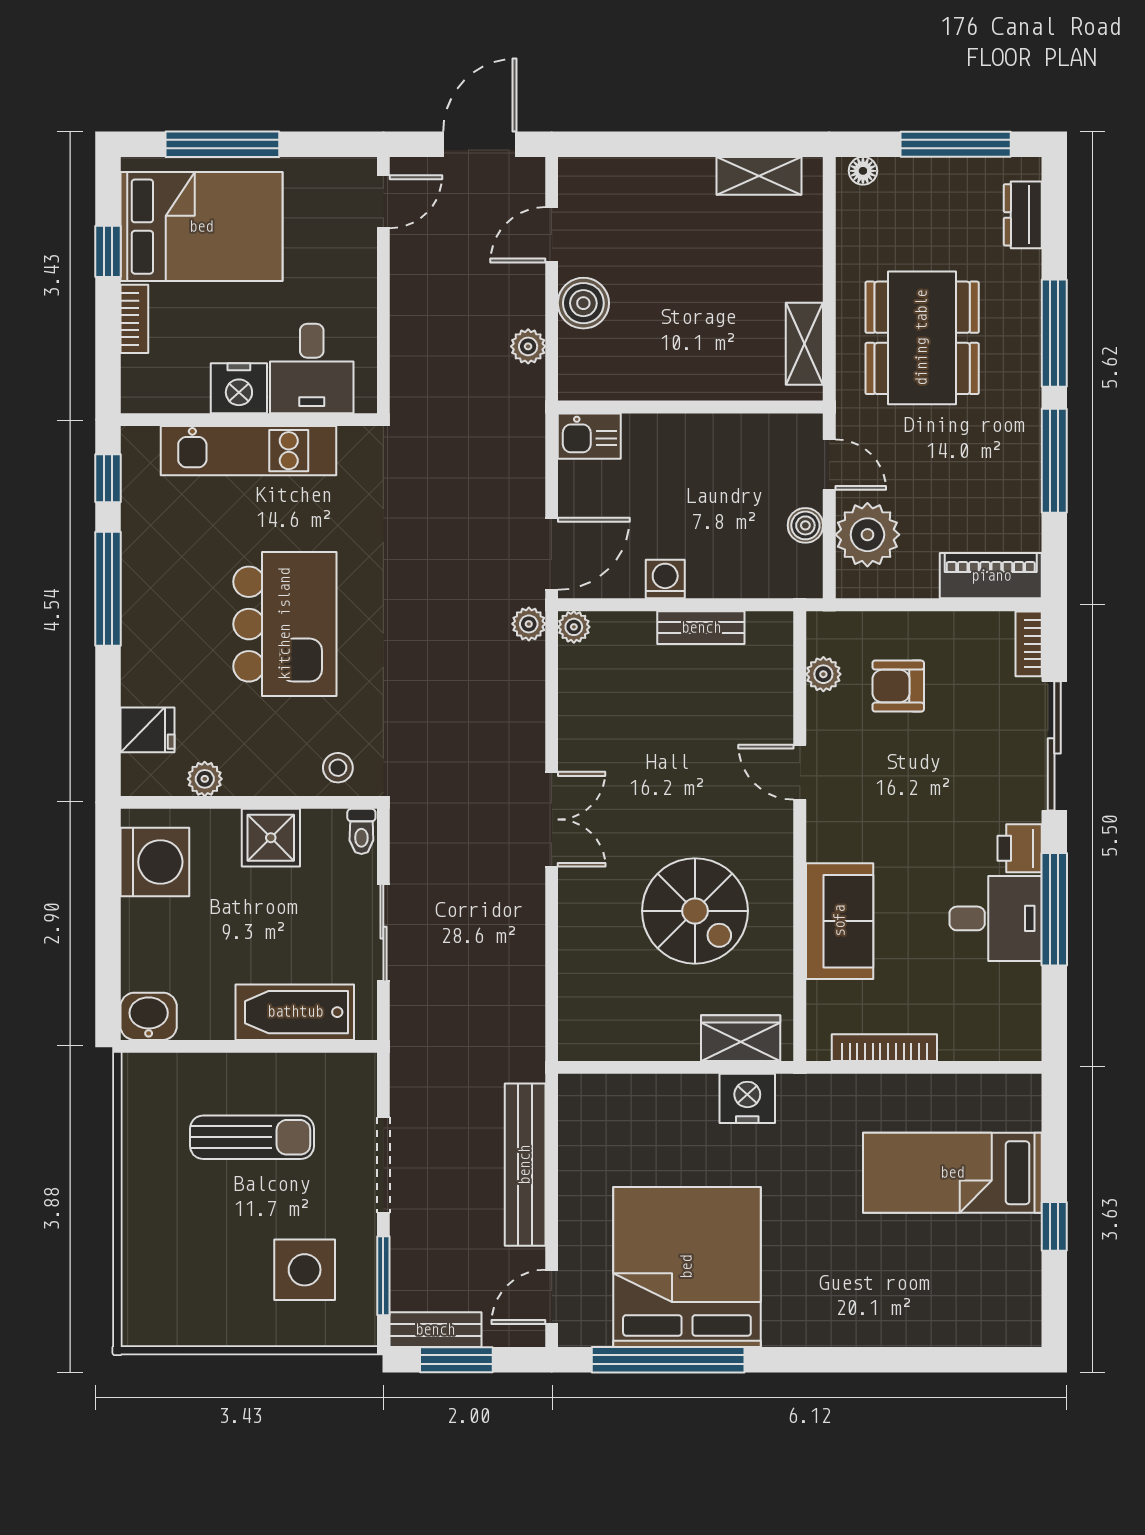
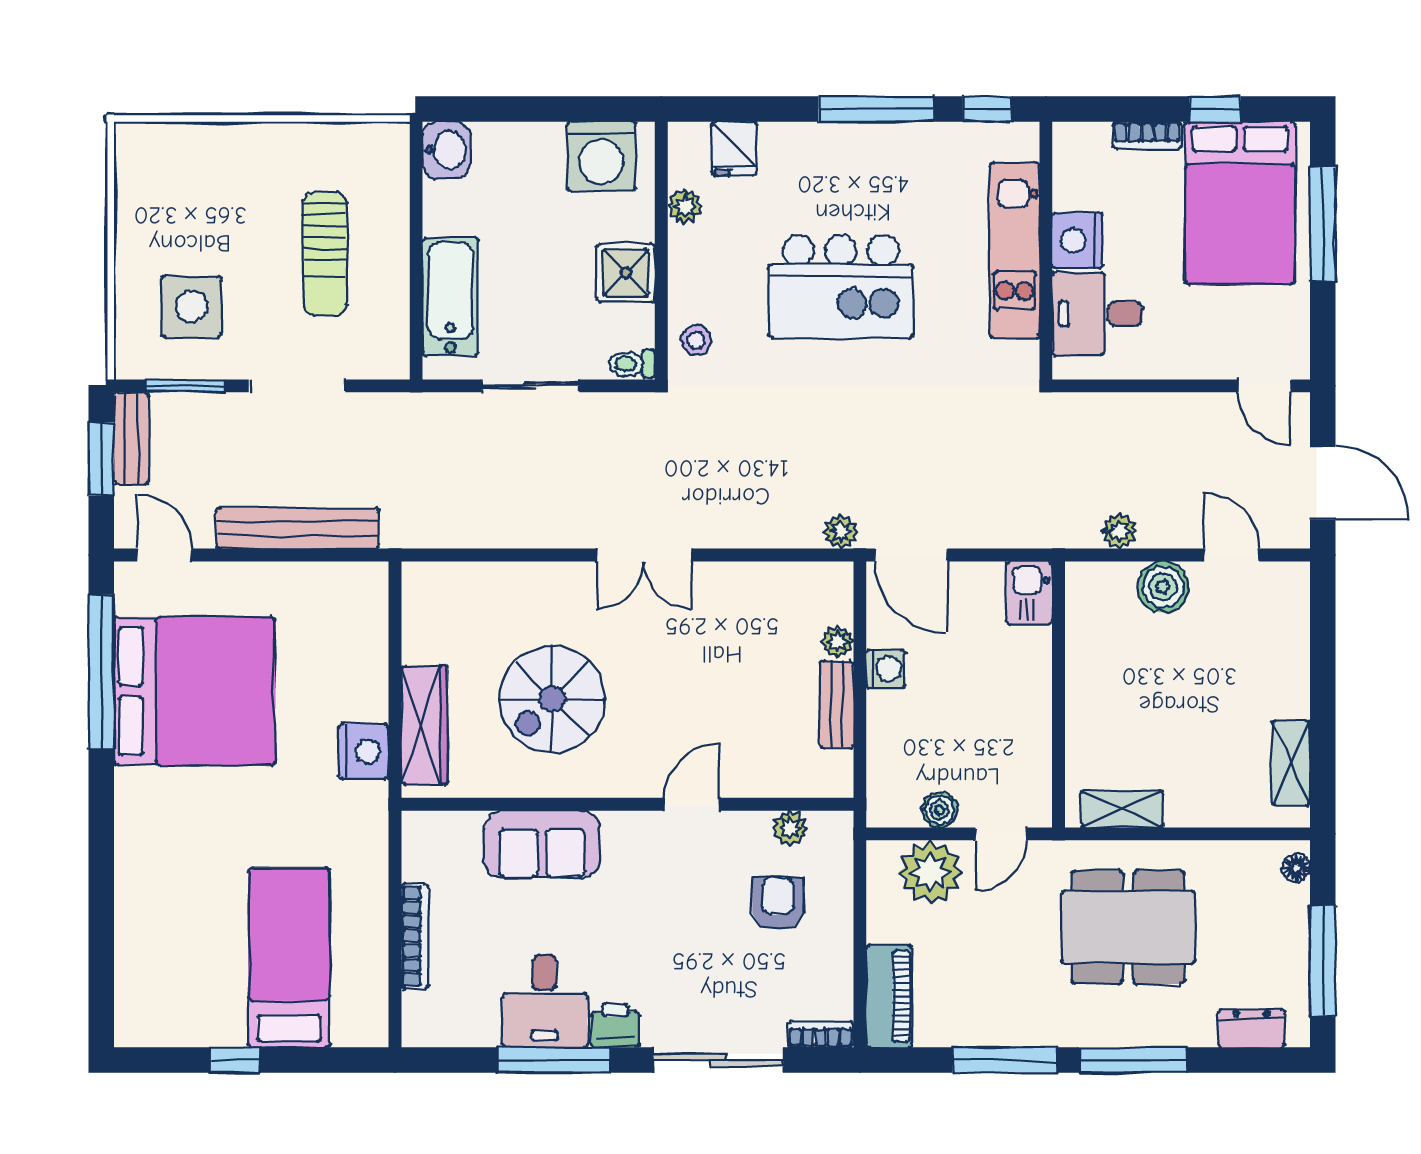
plant: (574, 627) -> (838, 642), moved
wardrobe: (741, 1038) -> (424, 725), width x1.50
bookcase: (884, 1048) -> (415, 936), moved

